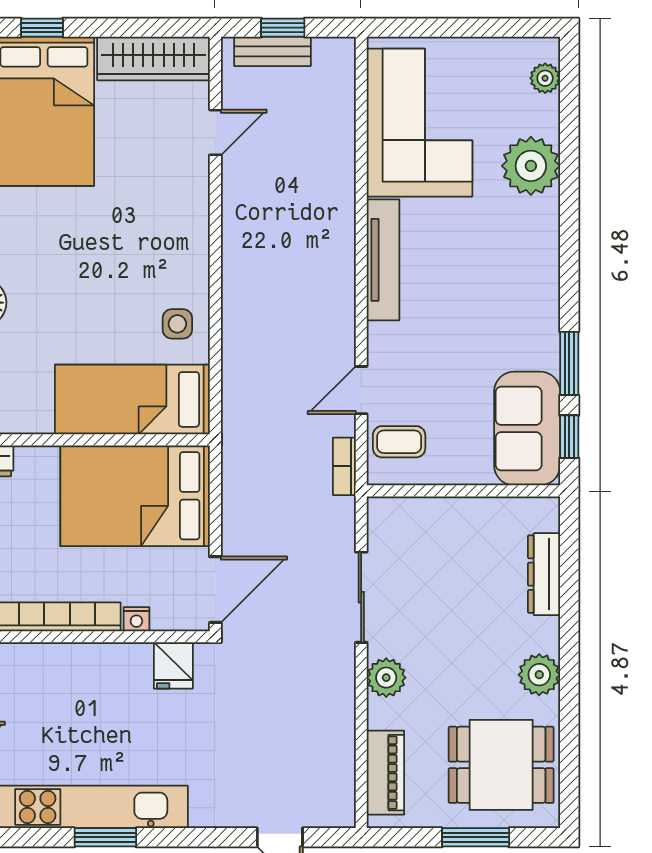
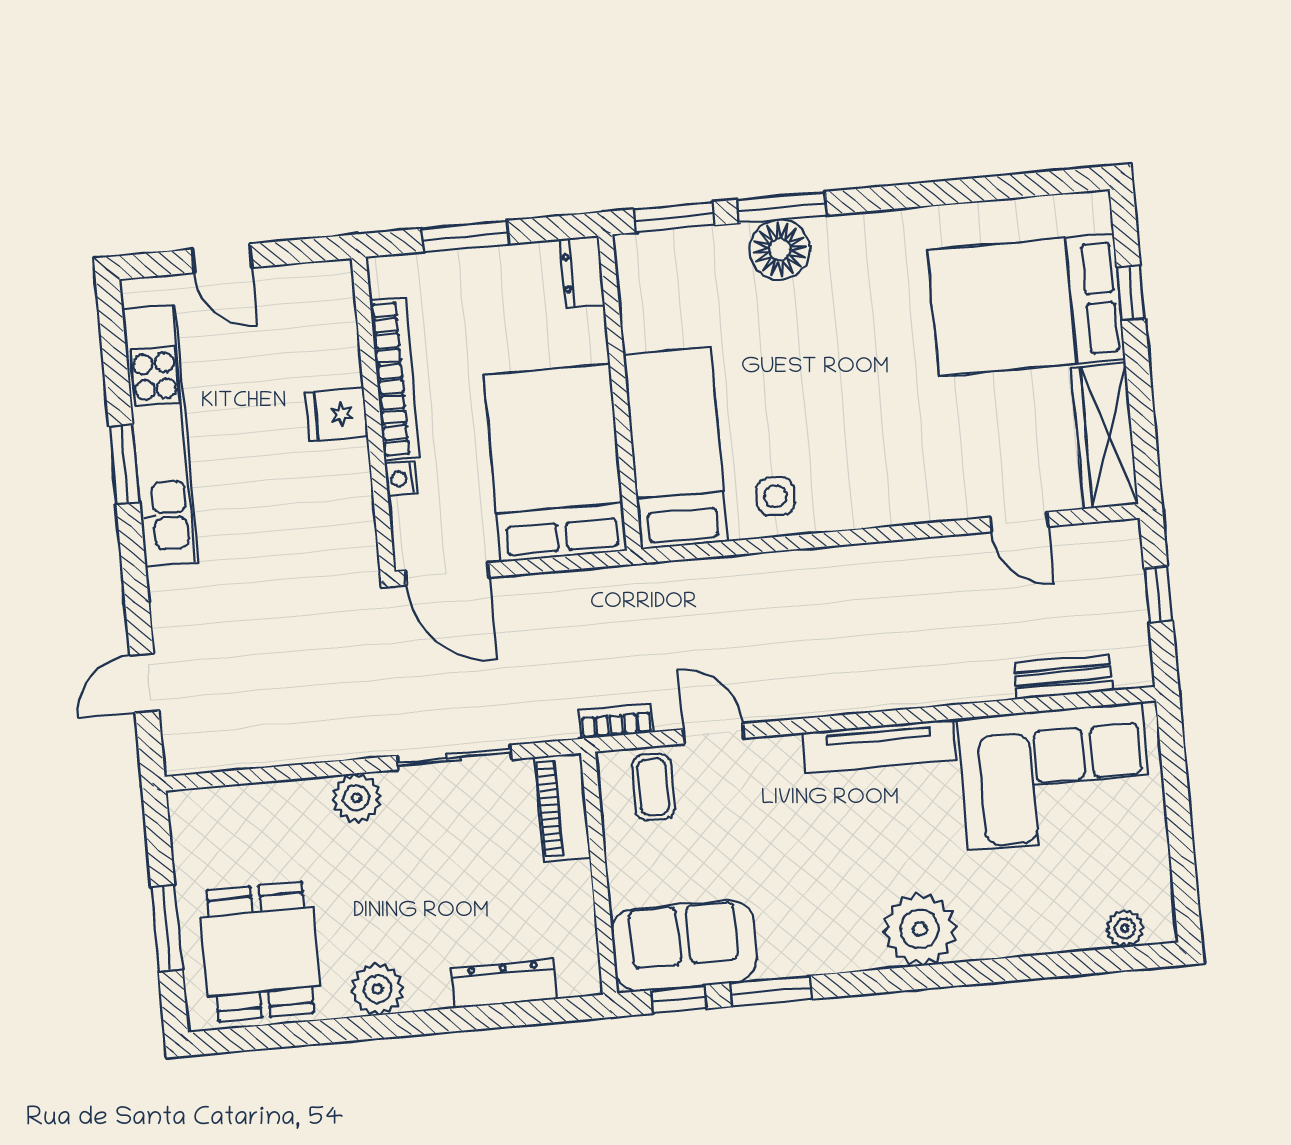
bench: (273, 51) -> (1063, 677), moved, turned 90
plant: (531, 166) -> (920, 929), moved
fridge: (173, 665) -> (337, 414), moved
piano: (385, 773) -> (562, 807), moved, turned 90

